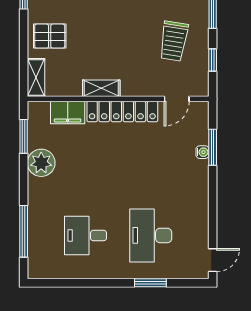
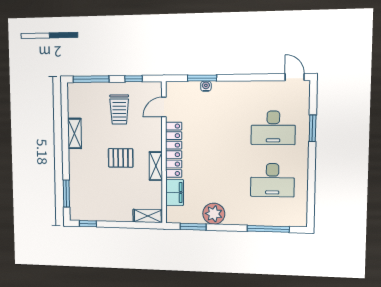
pallet: (50, 36) -> (121, 158), moved, turned 90
trolley: (174, 41) -> (119, 109), turned 81
door: (177, 99) -> (164, 107), swing flipped
desk: (86, 235) -> (272, 180), width x1.37

